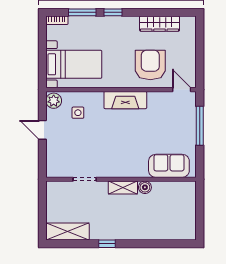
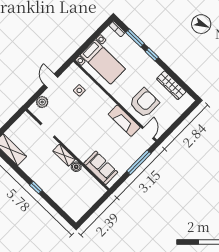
fireplace: (125, 100) -> (124, 121), moved
plant: (54, 101) -> (42, 102), moved
window: (107, 244) -> (36, 188), moved

